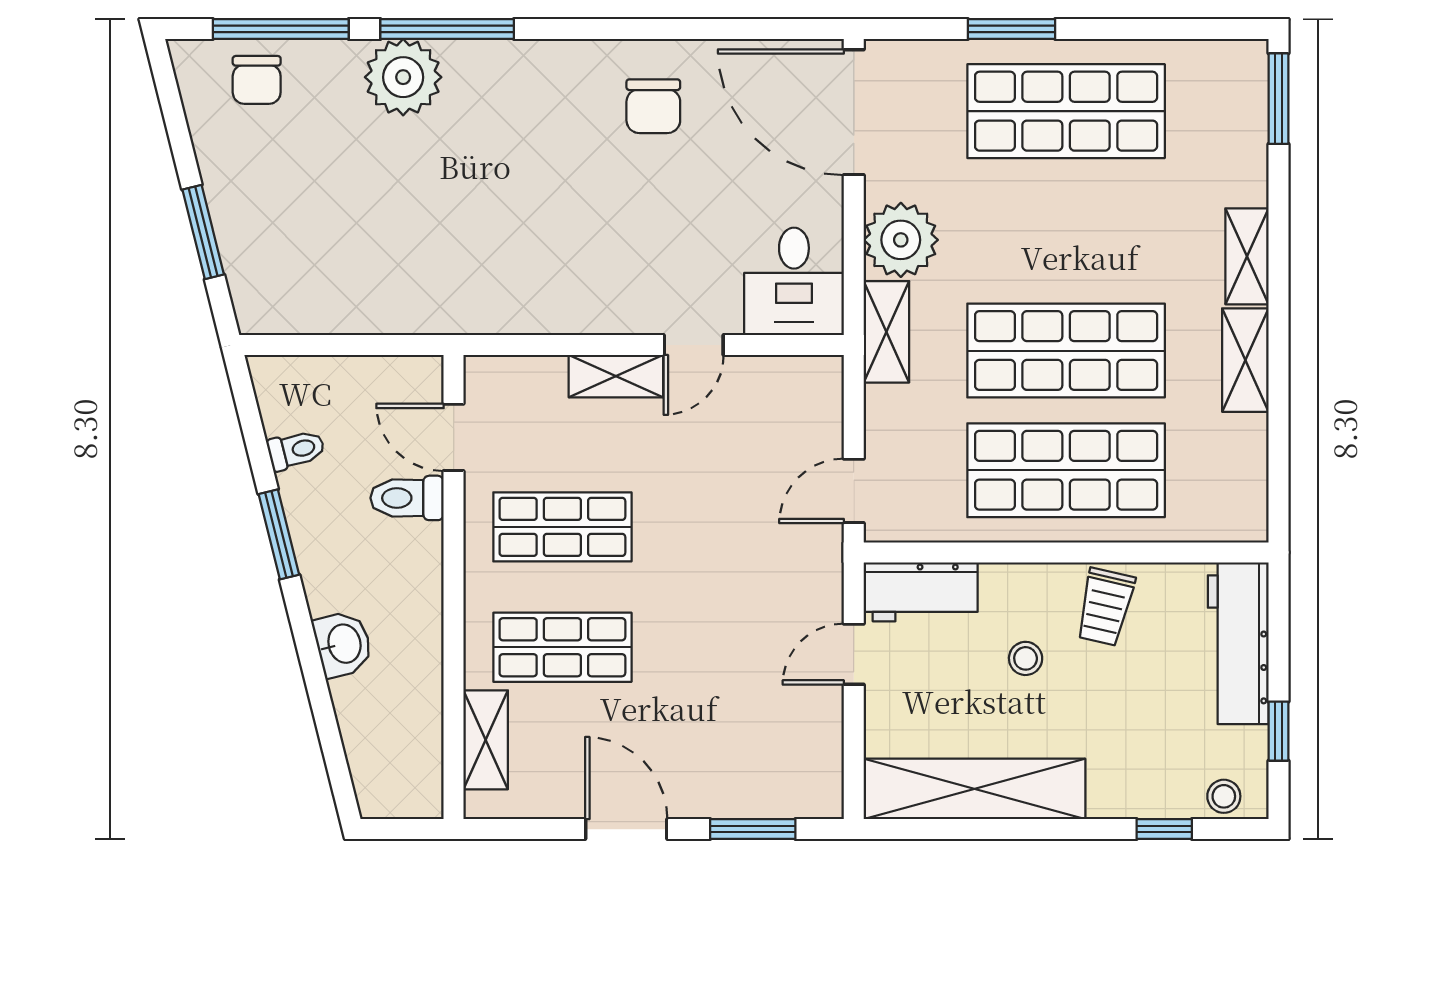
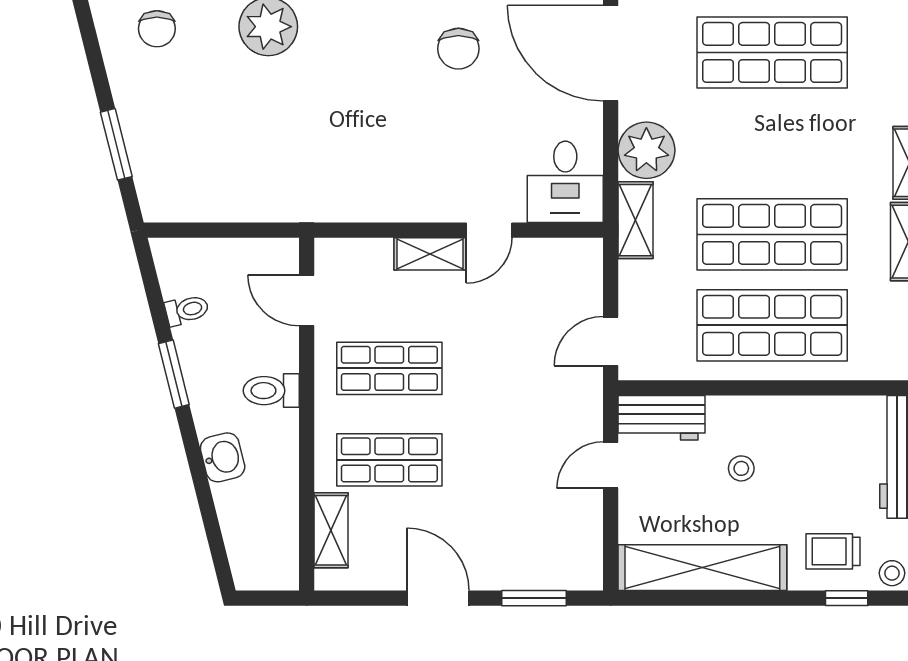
toilet: (407, 498) -> (271, 391), moved
trolley: (1105, 607) -> (833, 551), moved, turned 77

